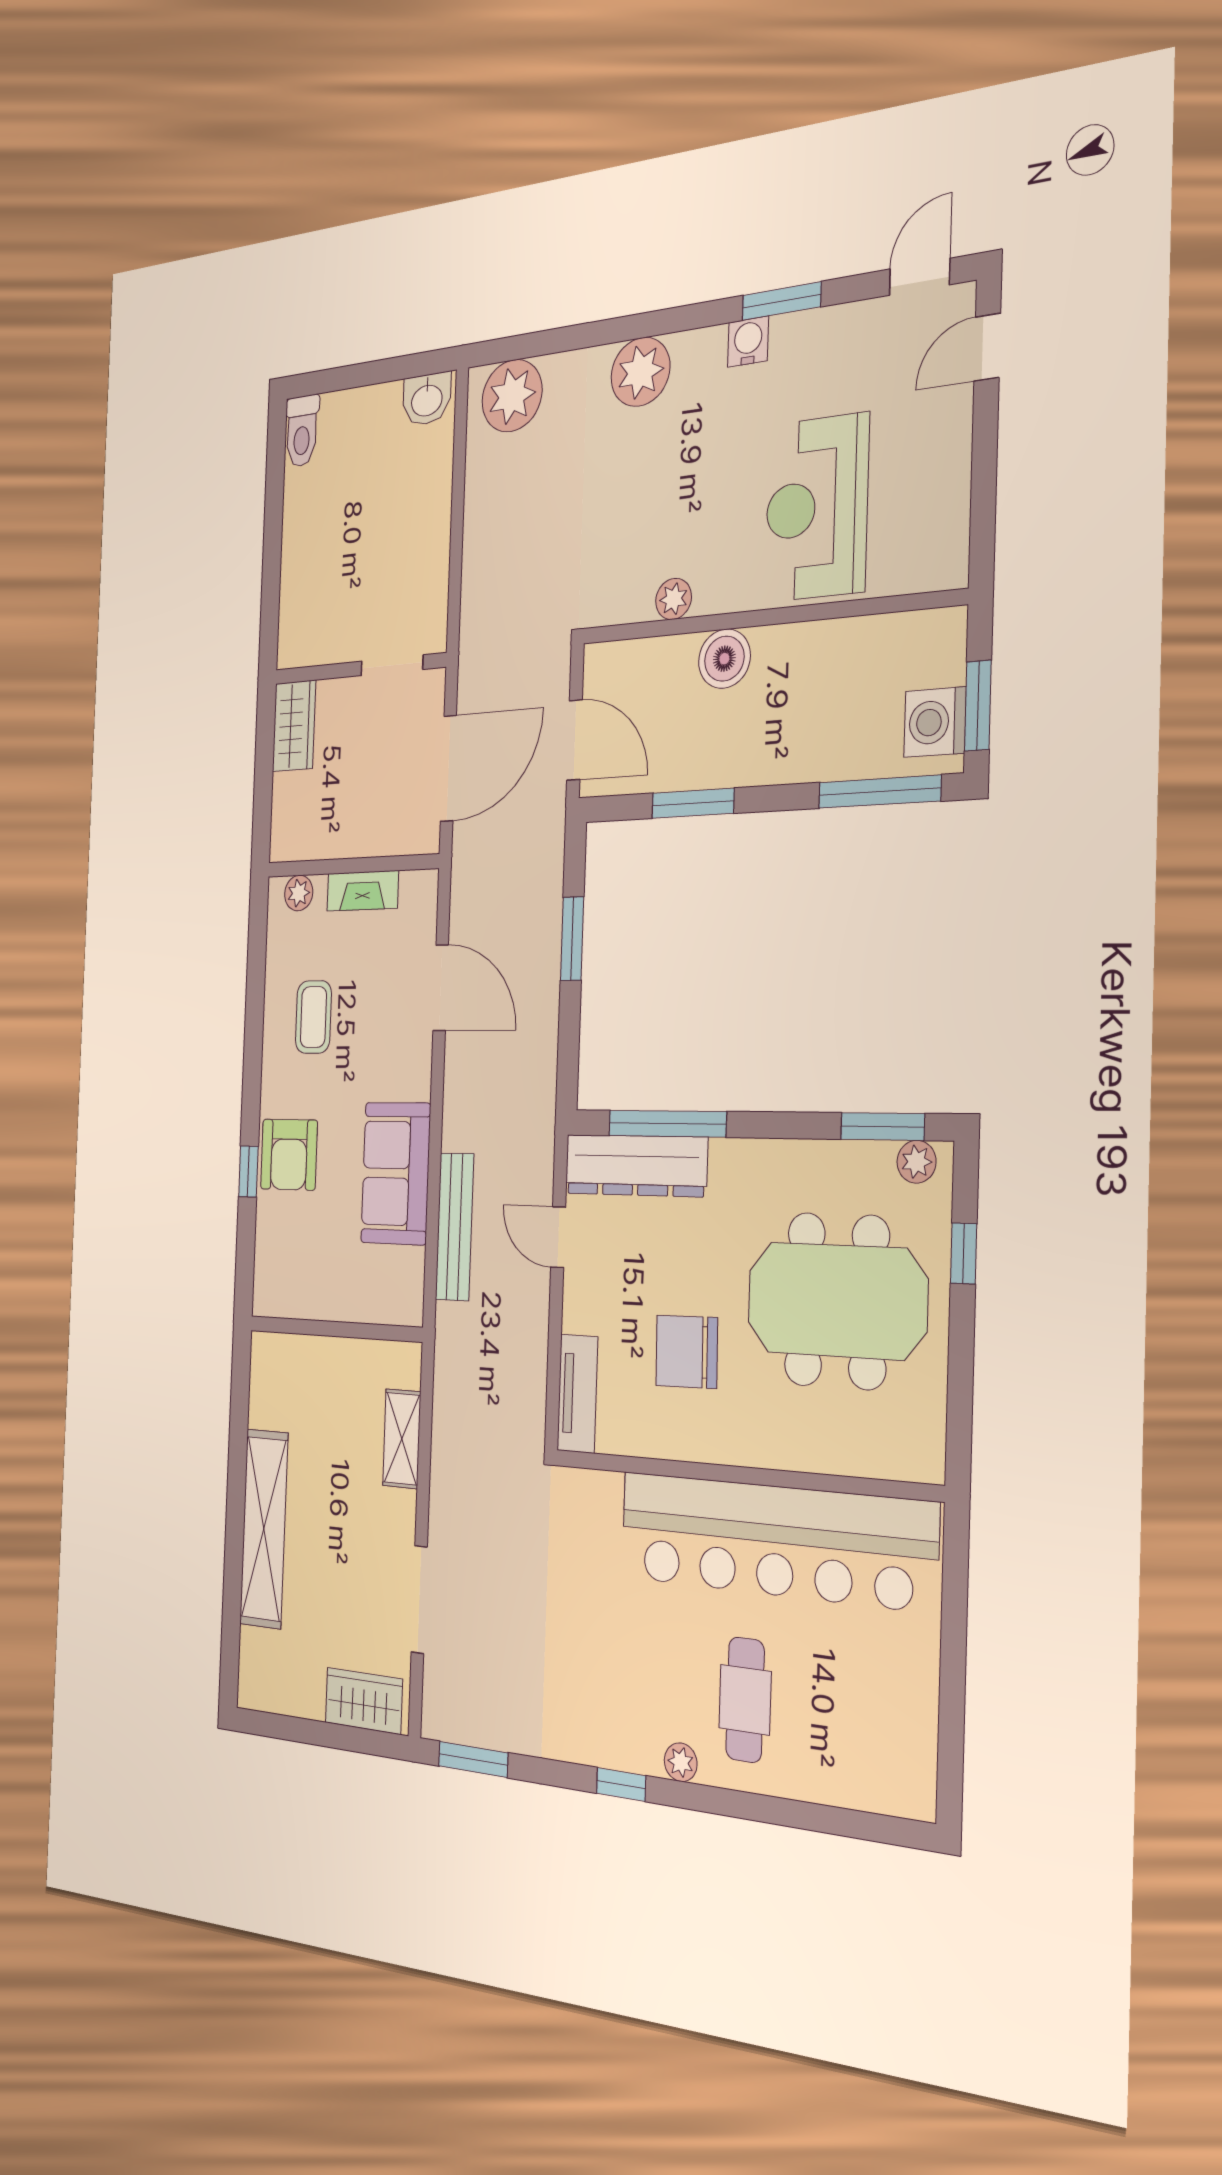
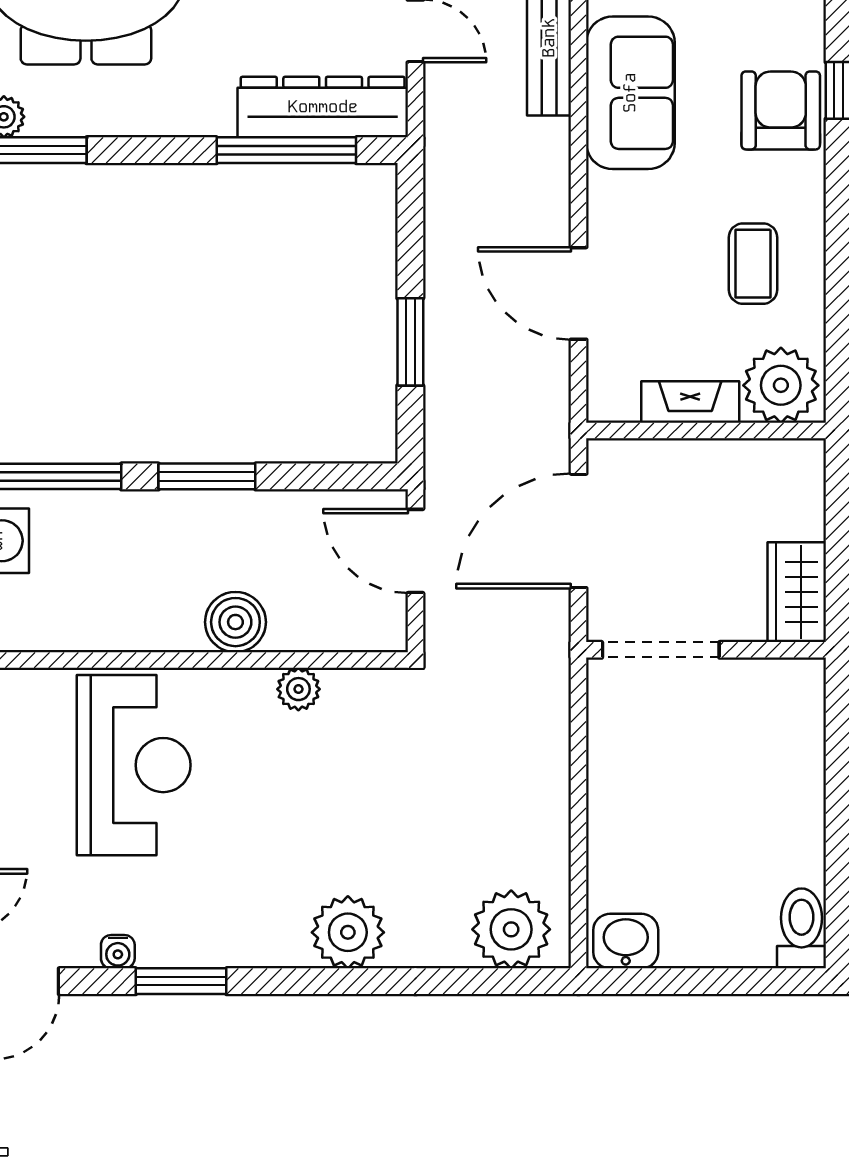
water cooler: (748, 342) -> (118, 952), moved, width x0.72, depth x0.72
doorway: (392, 665) -> (661, 650), width x1.38
window: (693, 803) -> (207, 476), moved
plant: (299, 893) -> (781, 385), width x1.88, depth x1.88

